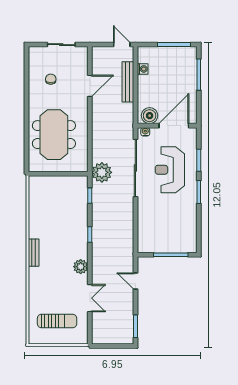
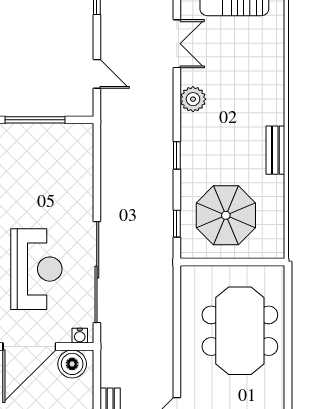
plant: (102, 172) -> (156, 264), removed
parasol: (62, 200) -> (226, 215), added
bench: (34, 253) -> (275, 150), moved
double door: (90, 298) -> (177, 44), swing flipped

